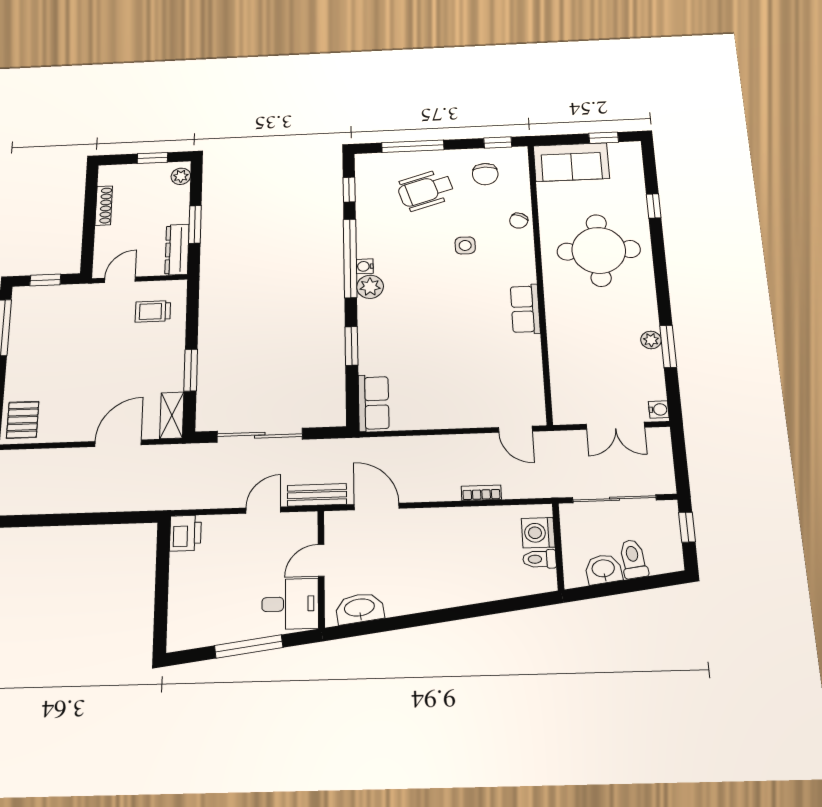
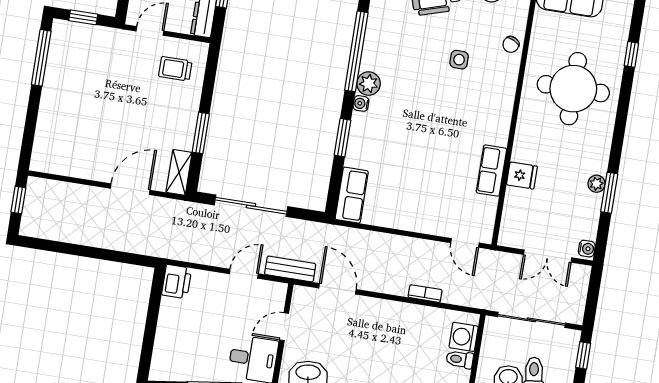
water cooler: (365, 266) -> (361, 103), moved
row of seats: (525, 309) -> (492, 171), moved
fridge: (564, 347) -> (522, 176), added
pallet: (23, 420) -> (51, 151), removed

